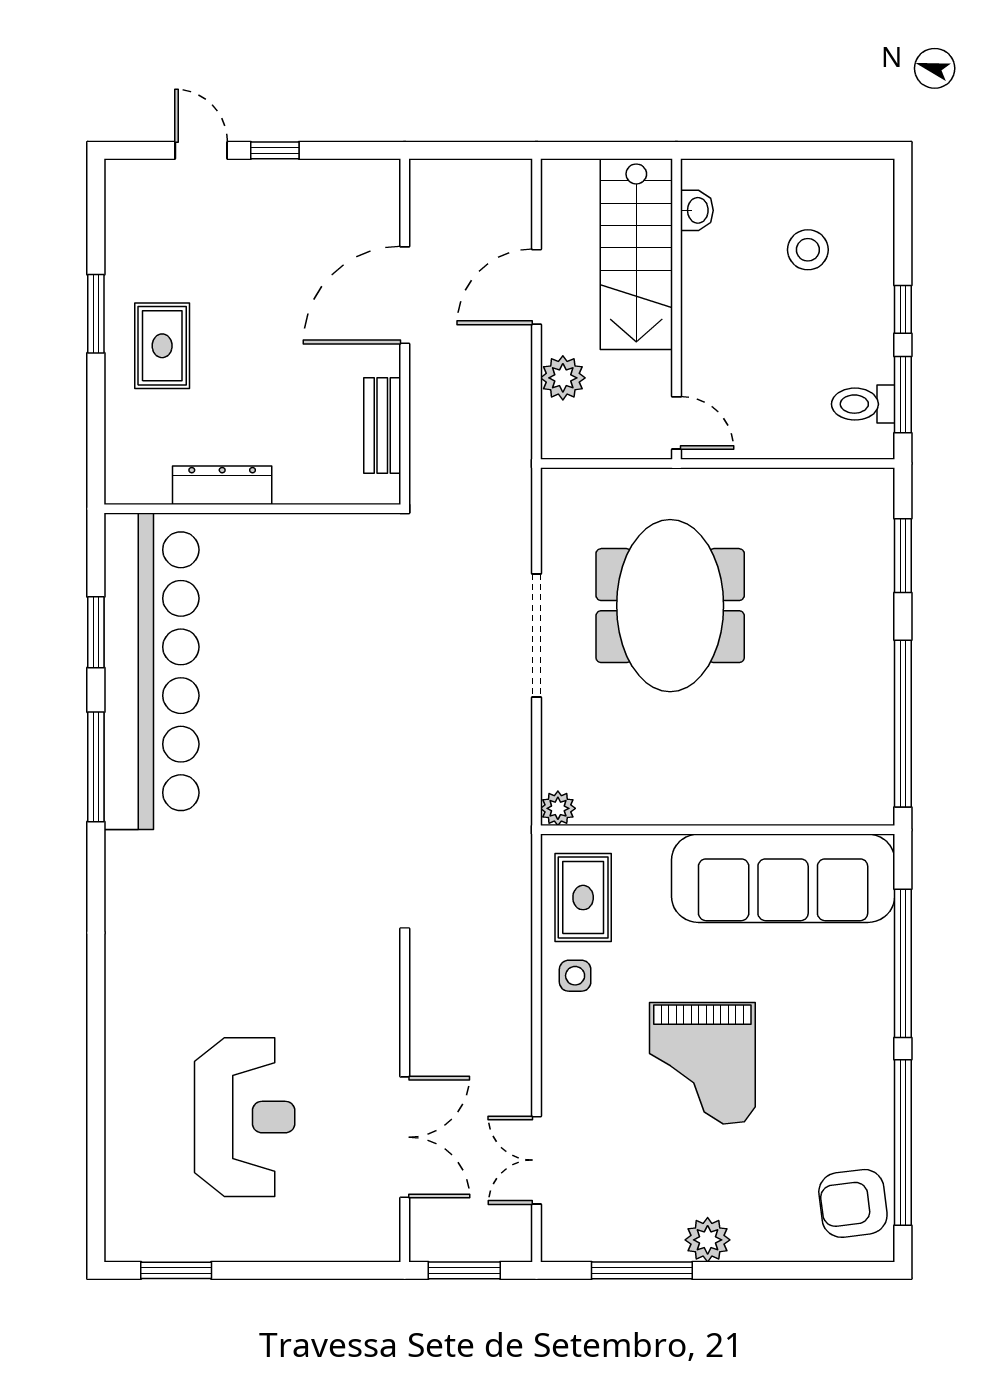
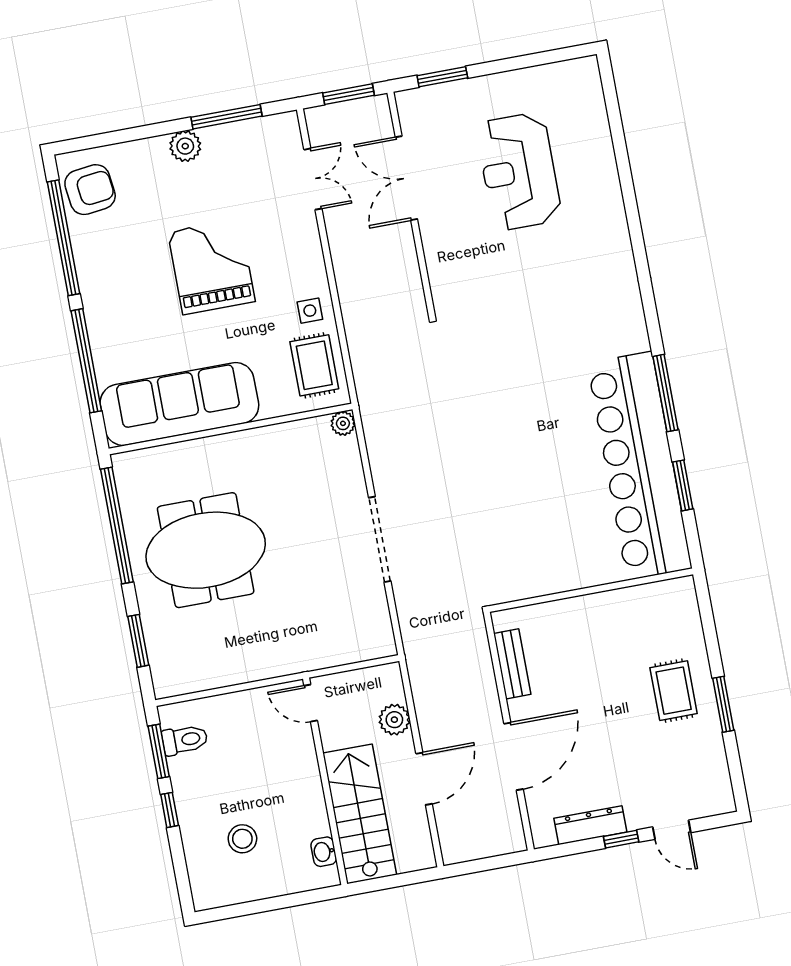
dresser: (222, 485) -> (590, 825), moved, turned 180
meeting table: (670, 606) -> (206, 550), moved, turned 90
window: (176, 1270) -> (442, 77), moved

